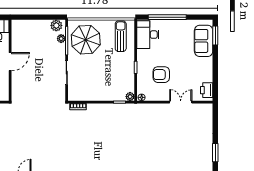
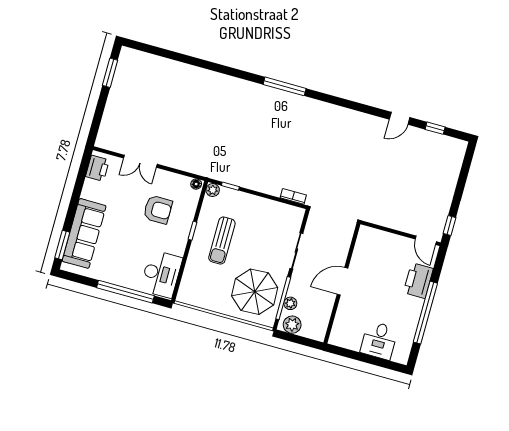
sun lounger: (121, 36) -> (222, 241), moved
sofa: (204, 41) -> (84, 233), width x1.36
wall: (10, 60) -> (342, 283), moved
door: (10, 62) -> (342, 281), moved

